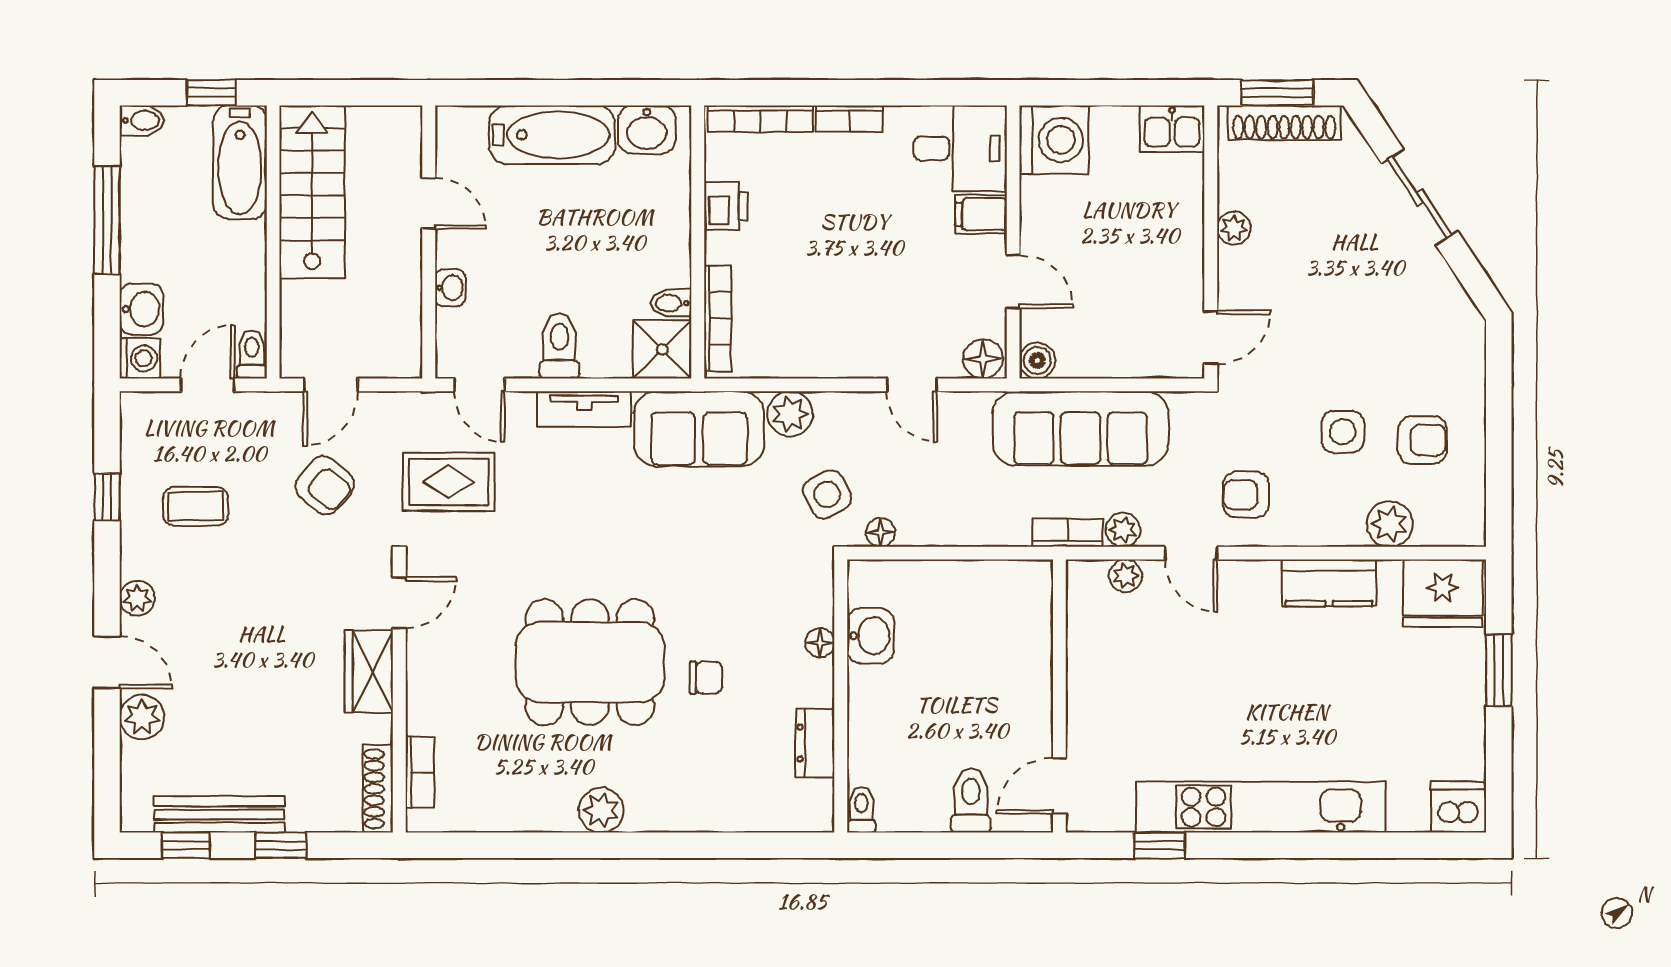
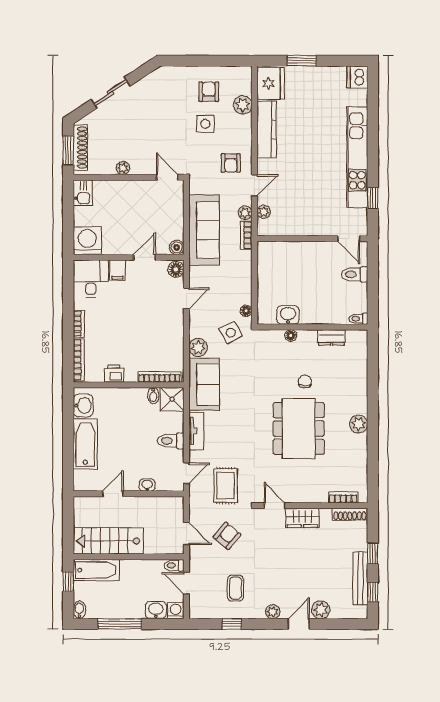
kitchen counter: (1329, 583) -> (267, 129), width x1.50

